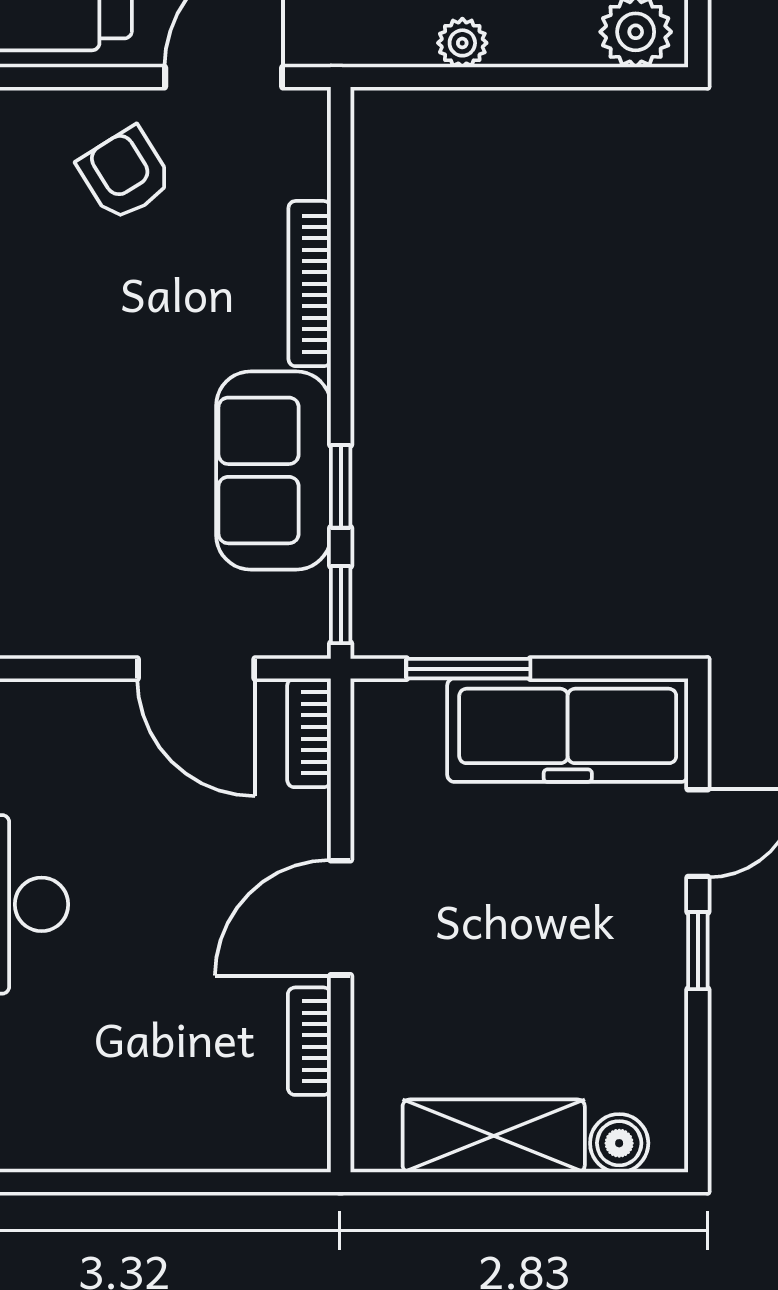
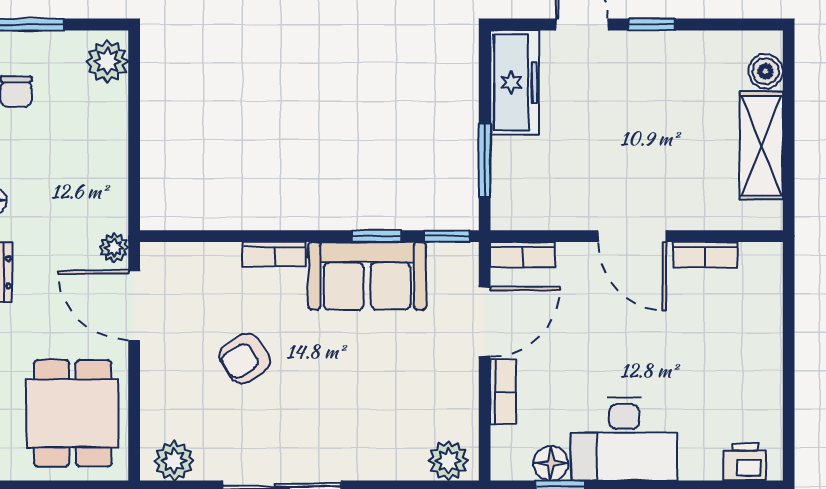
plant: (462, 43) -> (114, 248), moved
armchair: (125, 174) -> (245, 358), moved
bookcase: (310, 284) -> (274, 255), width x0.64
bookcase: (78, 700) -> (503, 392), added
freezer: (568, 730) -> (515, 83), width x0.73, depth x0.79

